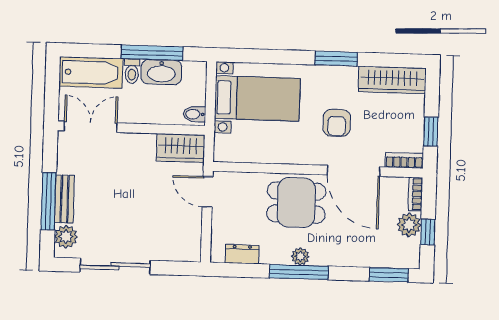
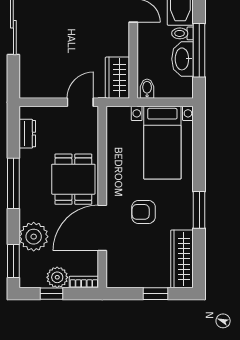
window: (431, 131) -> (155, 294), moved
bookcase: (404, 160) -> (113, 271), removed
plant: (300, 256) -> (34, 237), moved, width x1.88, depth x1.88

